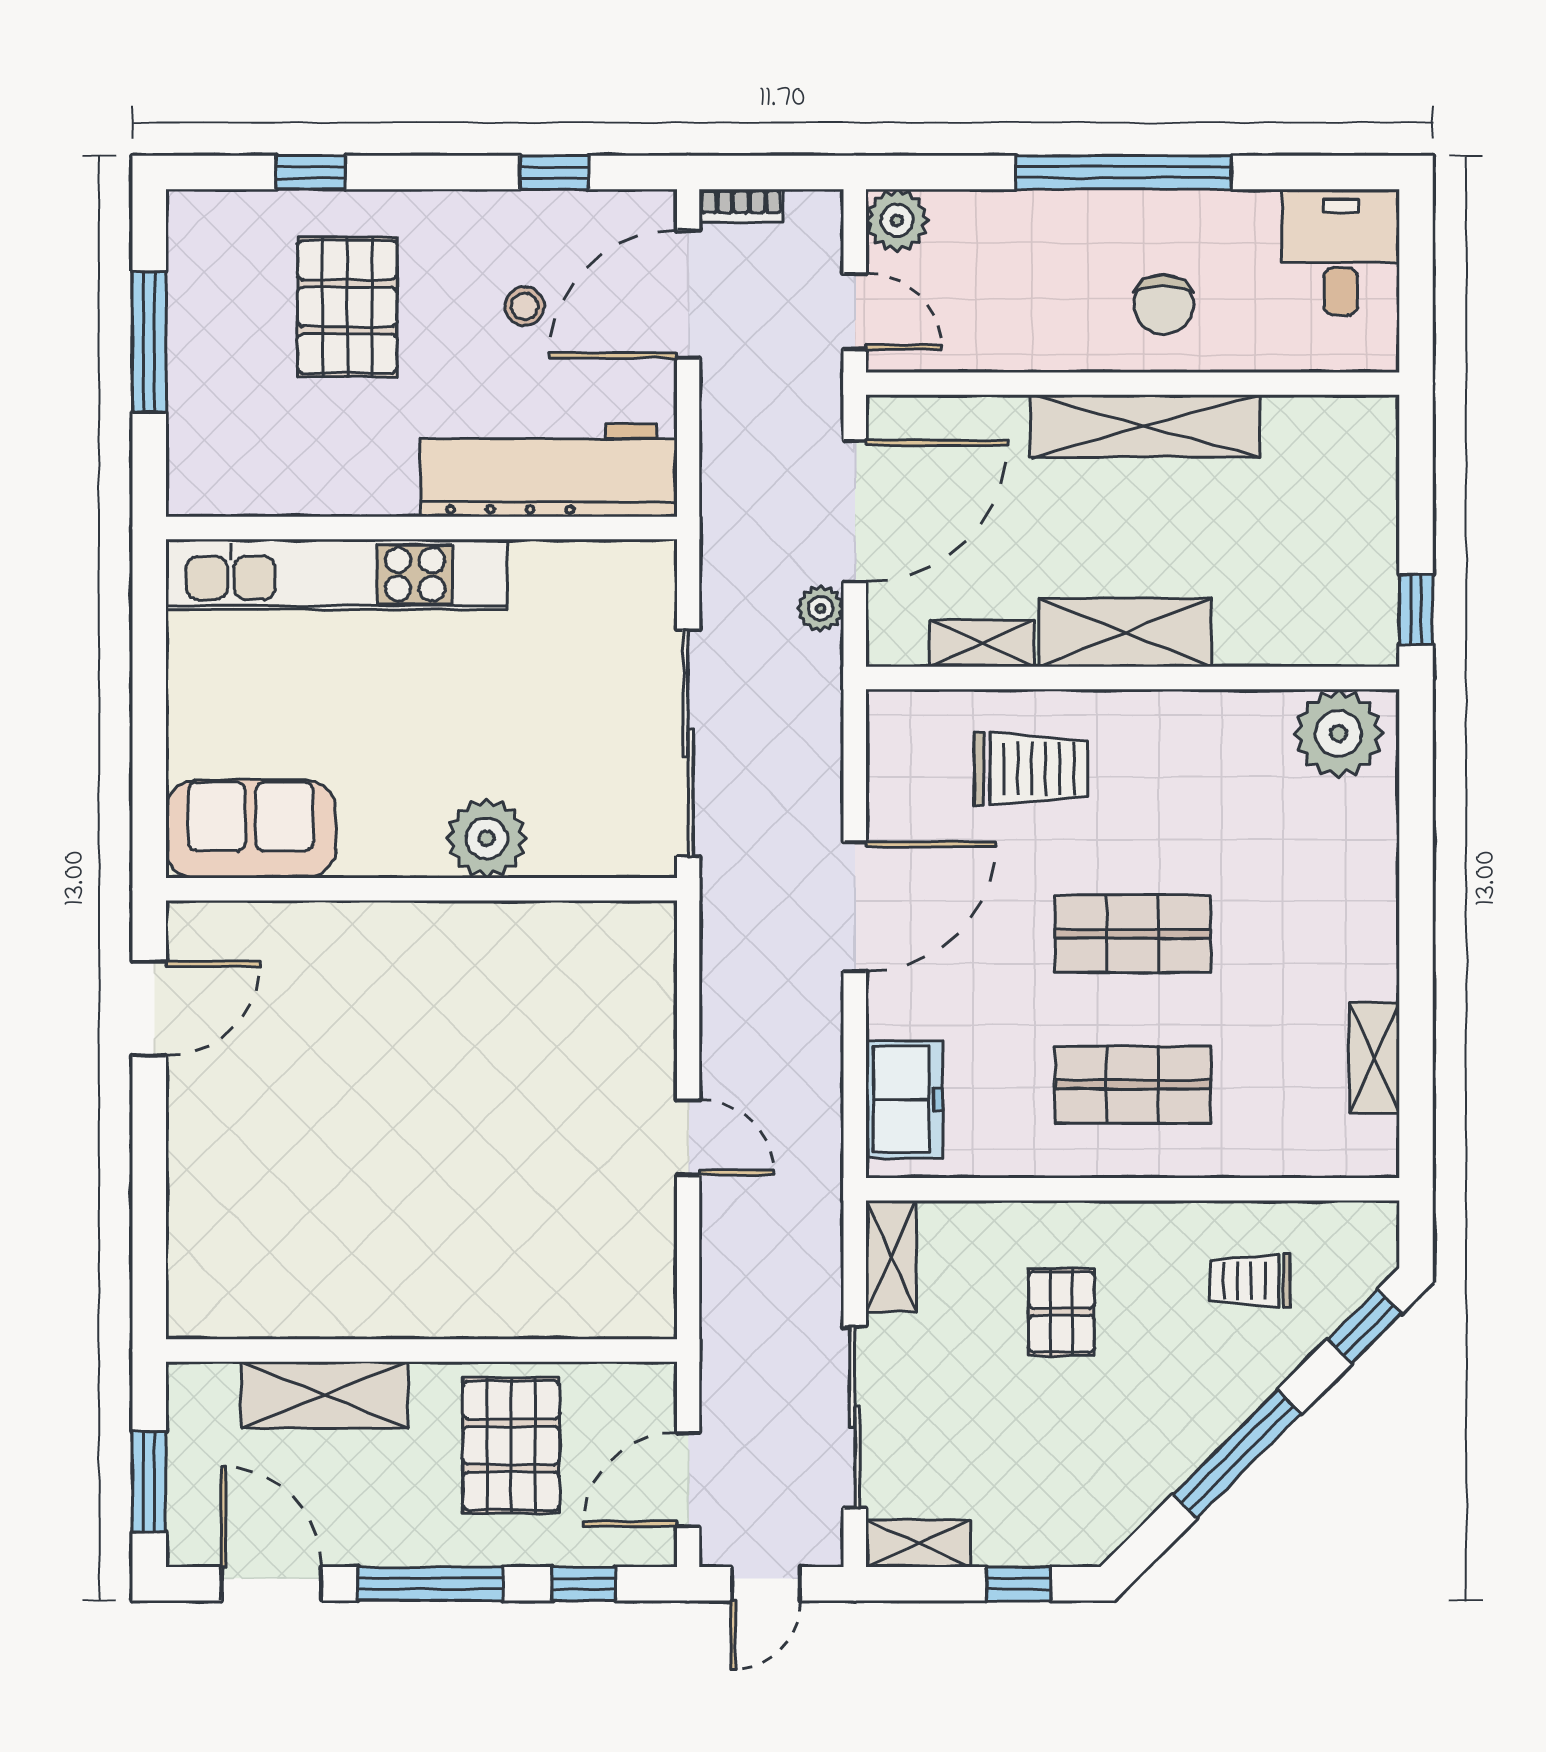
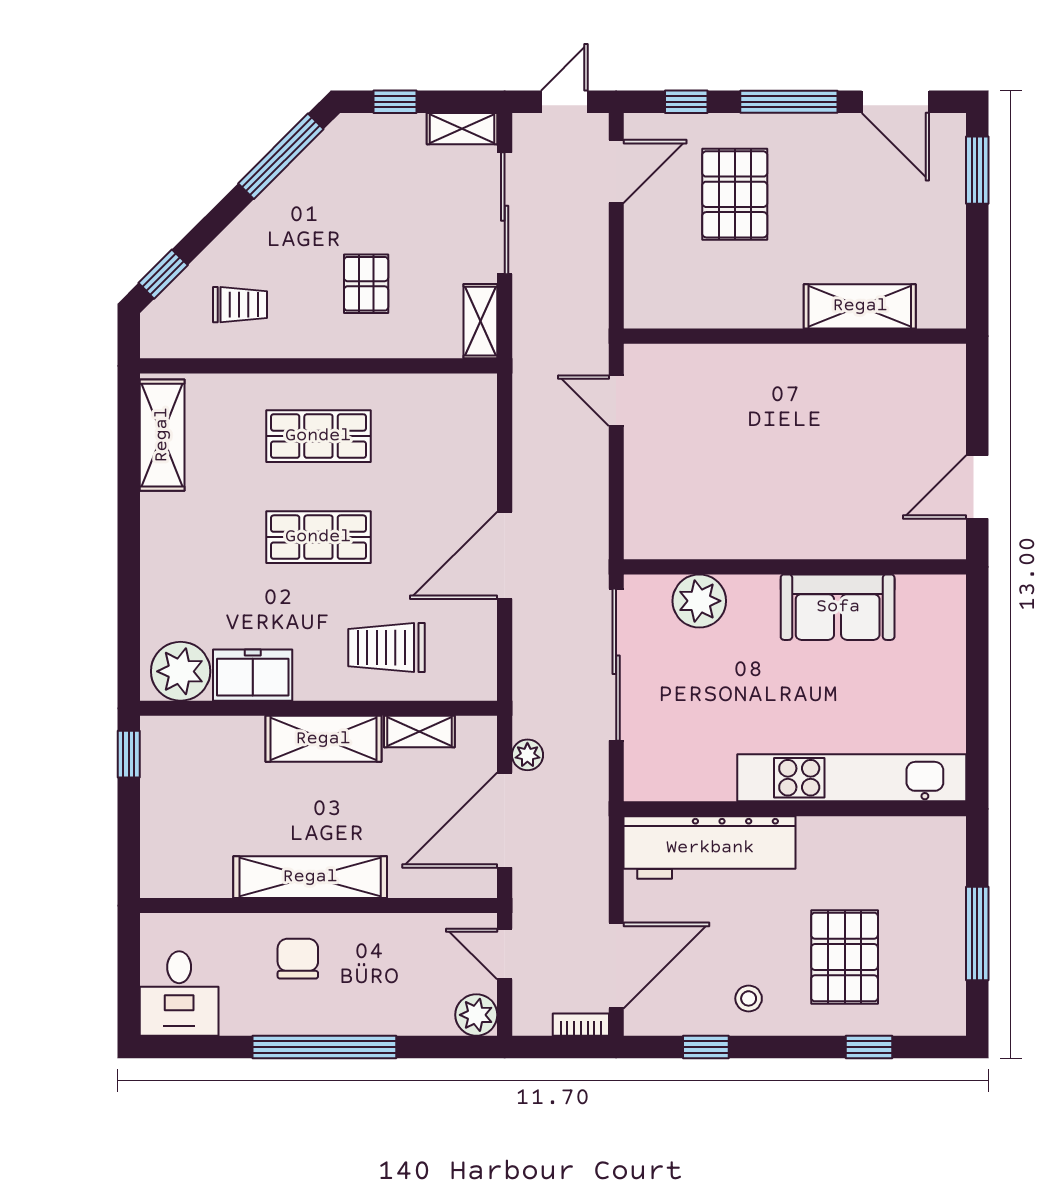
stool: (525, 306) -> (749, 998), moved
sofa: (251, 829) -> (838, 607), moved
plant: (487, 838) -> (699, 601), moved
shelving: (1374, 1058) -> (162, 435), width x1.50, depth x1.33
freezer: (904, 1099) -> (253, 675), moved, turned 90
wall: (421, 1350) -> (795, 336), moved
shelving: (325, 1395) -> (860, 306), moved
window: (1237, 1454) -> (281, 156), moved

